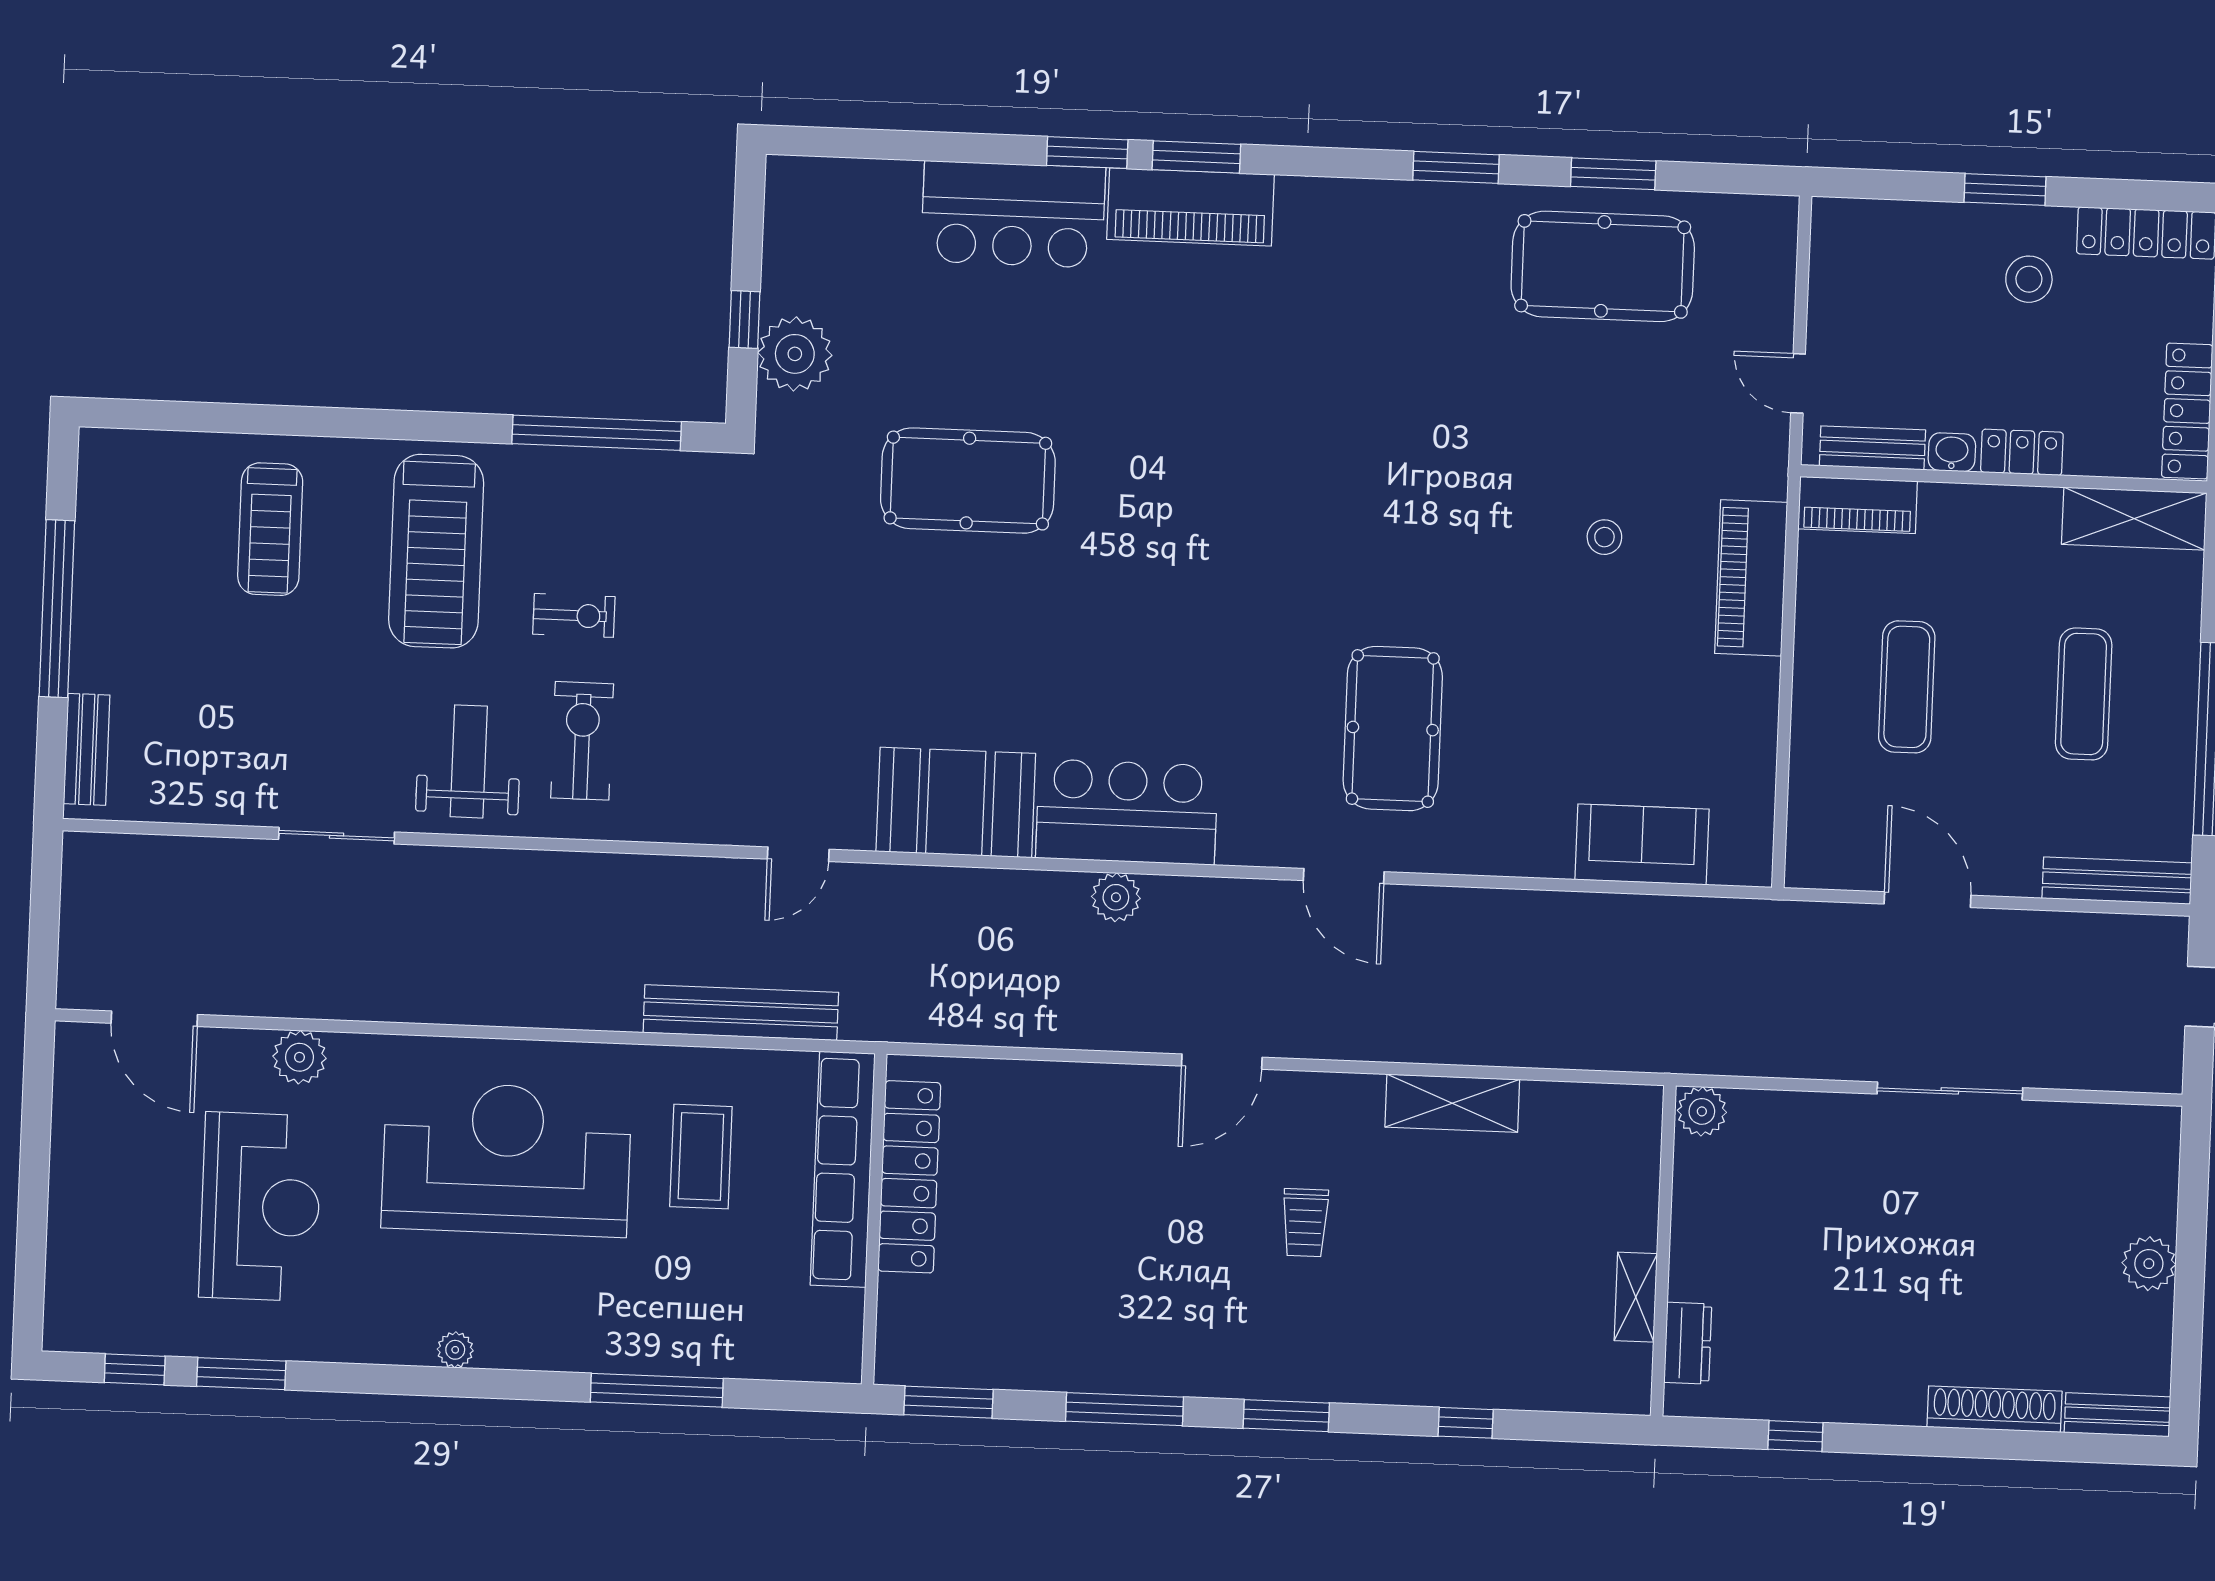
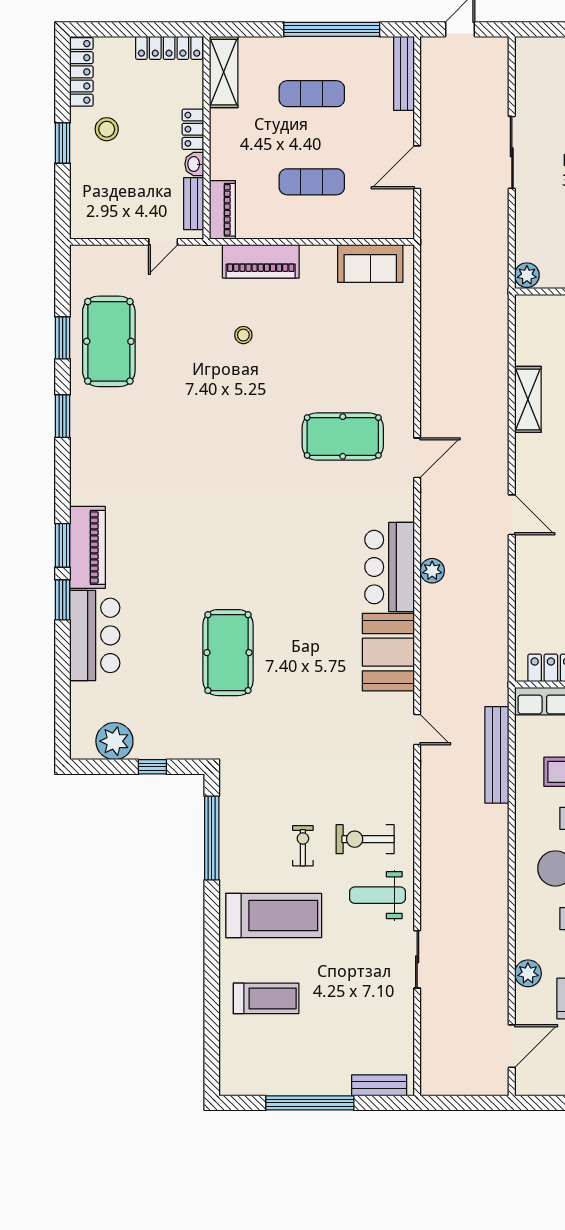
plant: (795, 354) -> (114, 741), moved
sofa: (1642, 844) -> (370, 264), moved, turned -90

